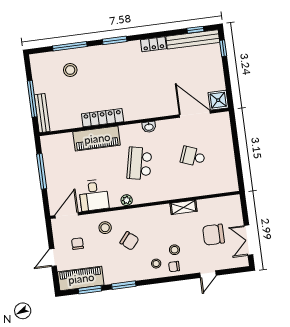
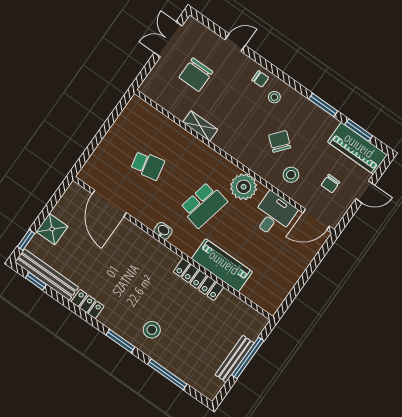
stool: (70, 70) -> (152, 330), moved
shower: (218, 100) -> (52, 229), moved
bench: (42, 113) -> (235, 359), moved
school desk: (193, 156) -> (148, 165), turned -33
window: (42, 171) -> (302, 282), removed
plant: (127, 200) -> (244, 187), width x1.88, depth x1.88
chair: (213, 235) -> (196, 75), turned 90
double door: (248, 240) -> (168, 39), swing flipped
stool: (174, 250) -> (245, 94), removed

